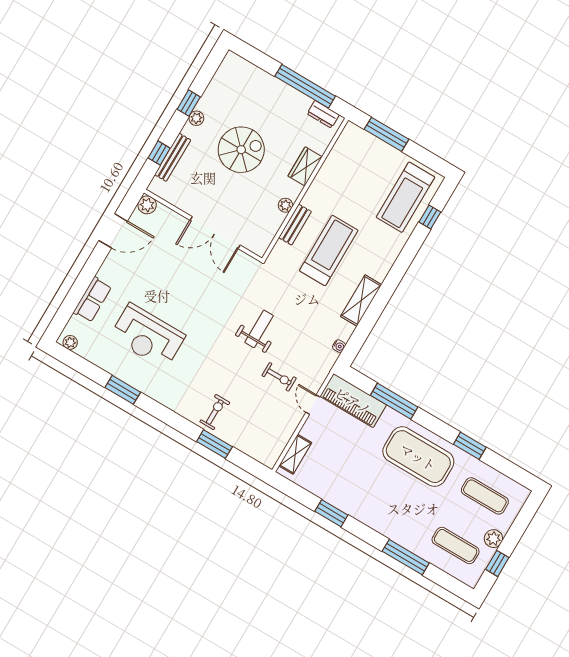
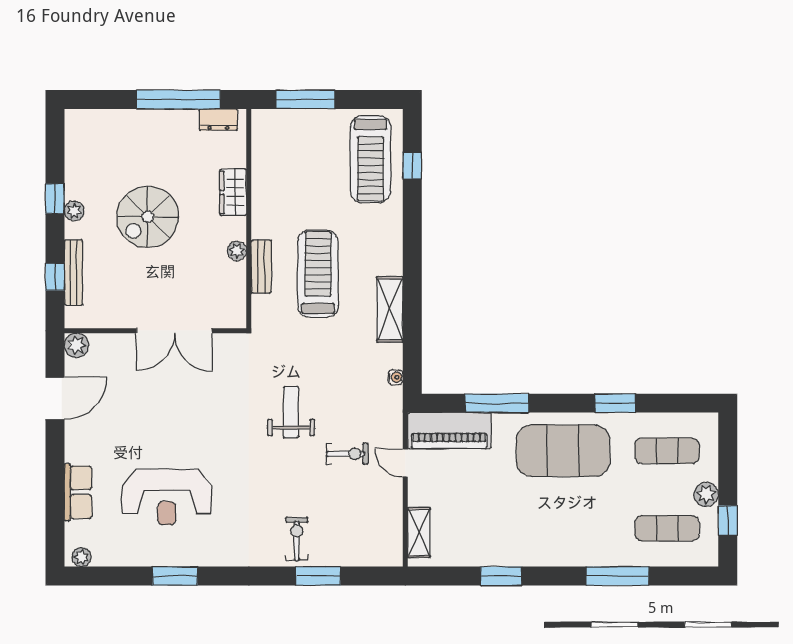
spiral stairs: (241, 150) -> (148, 217), turned 180

